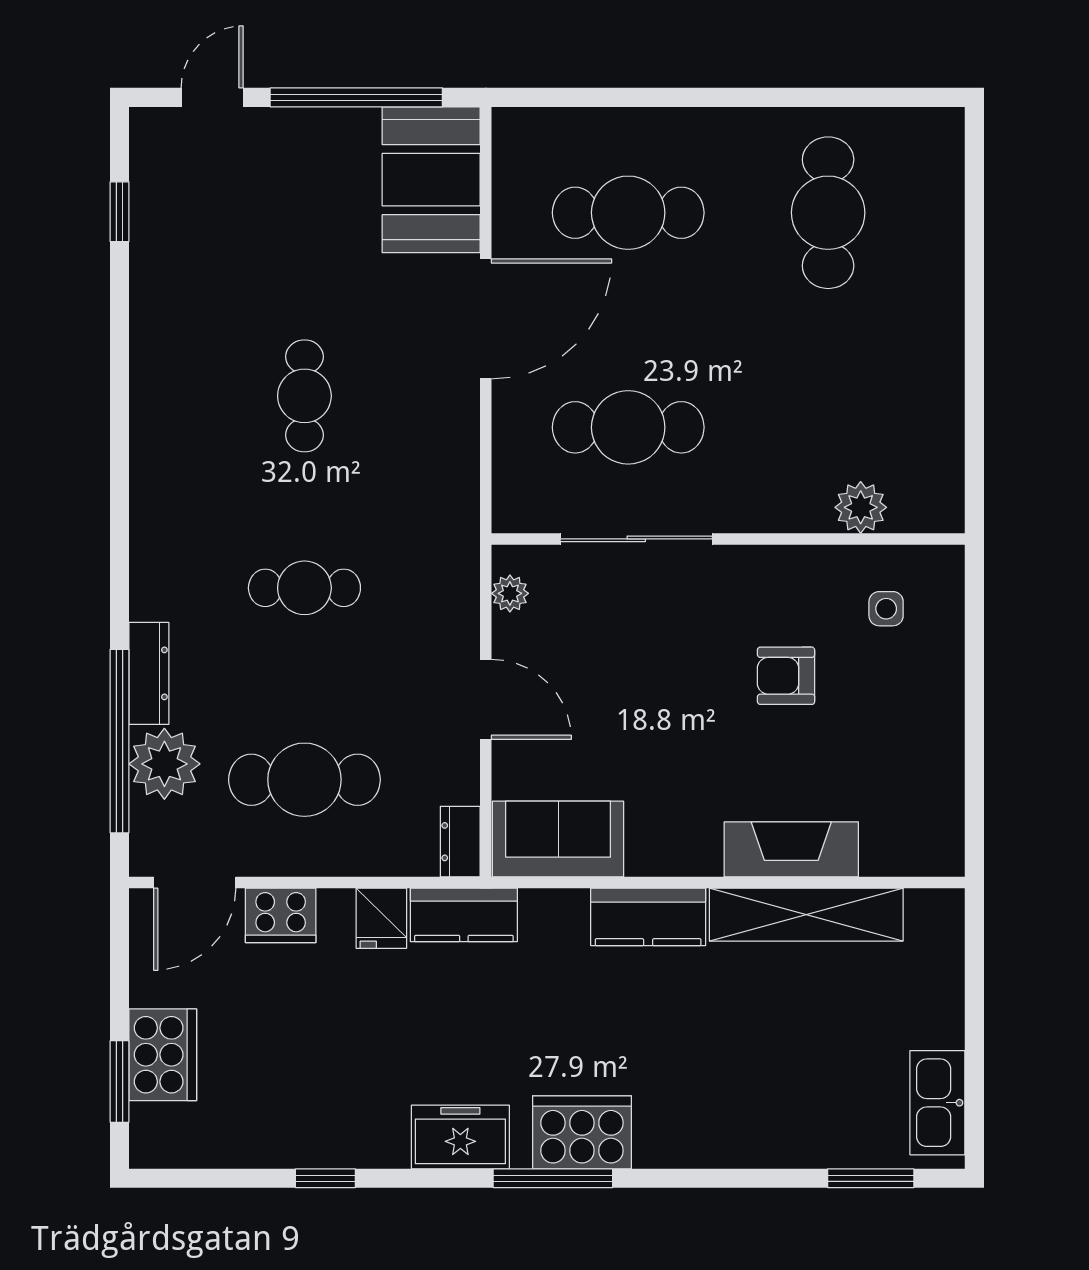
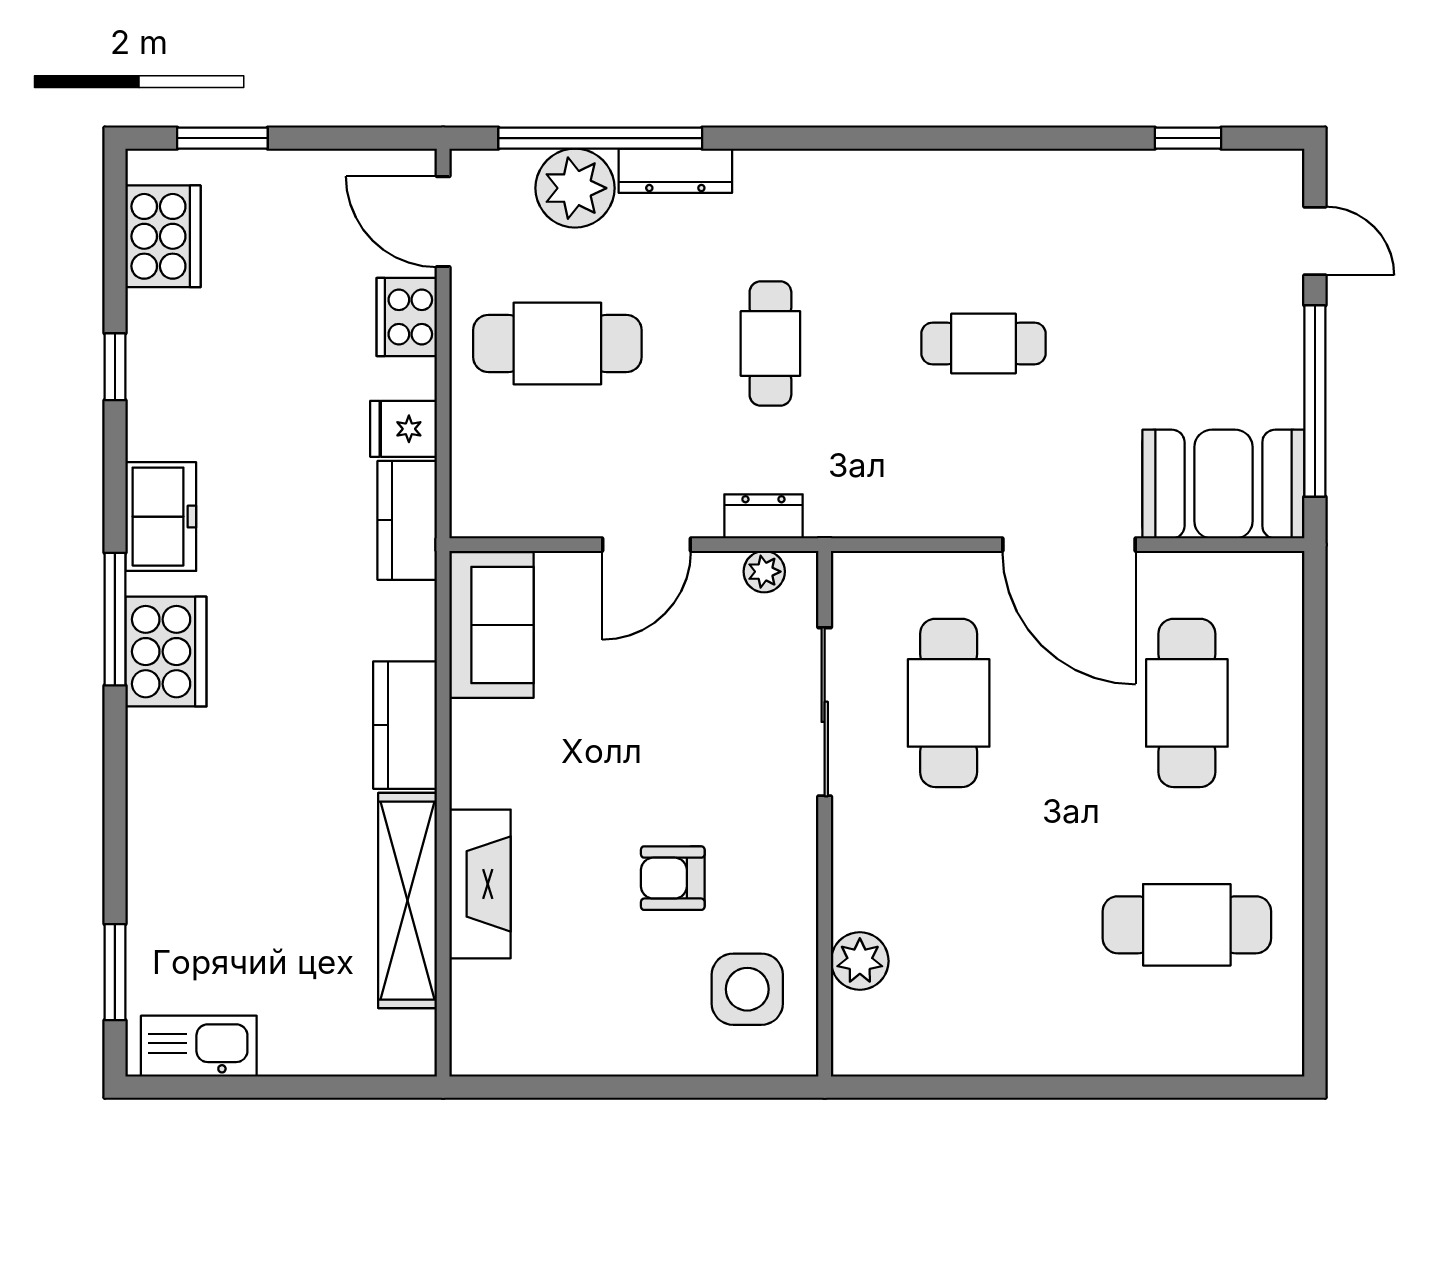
side table: (886, 609) -> (747, 989), width x1.87, depth x1.87
armchair: (786, 676) -> (673, 878), turned -90
cafe table: (304, 780) -> (557, 343), turned 90
dresser: (460, 842) -> (763, 516), moved
cooker: (163, 1055) -> (163, 236), moved, turned -90

